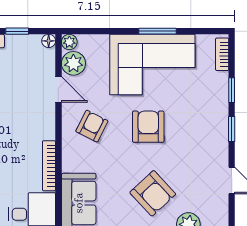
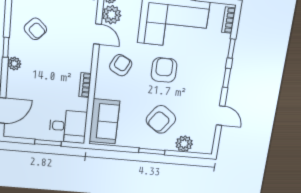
bookcase: (49, 166) -> (85, 85), width x0.64
armchair: (153, 193) -> (161, 119), turned 79

